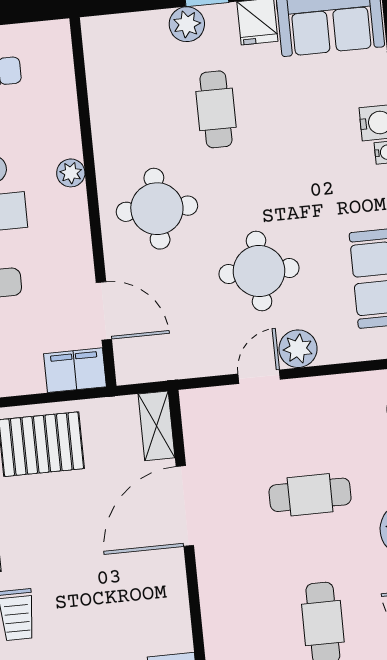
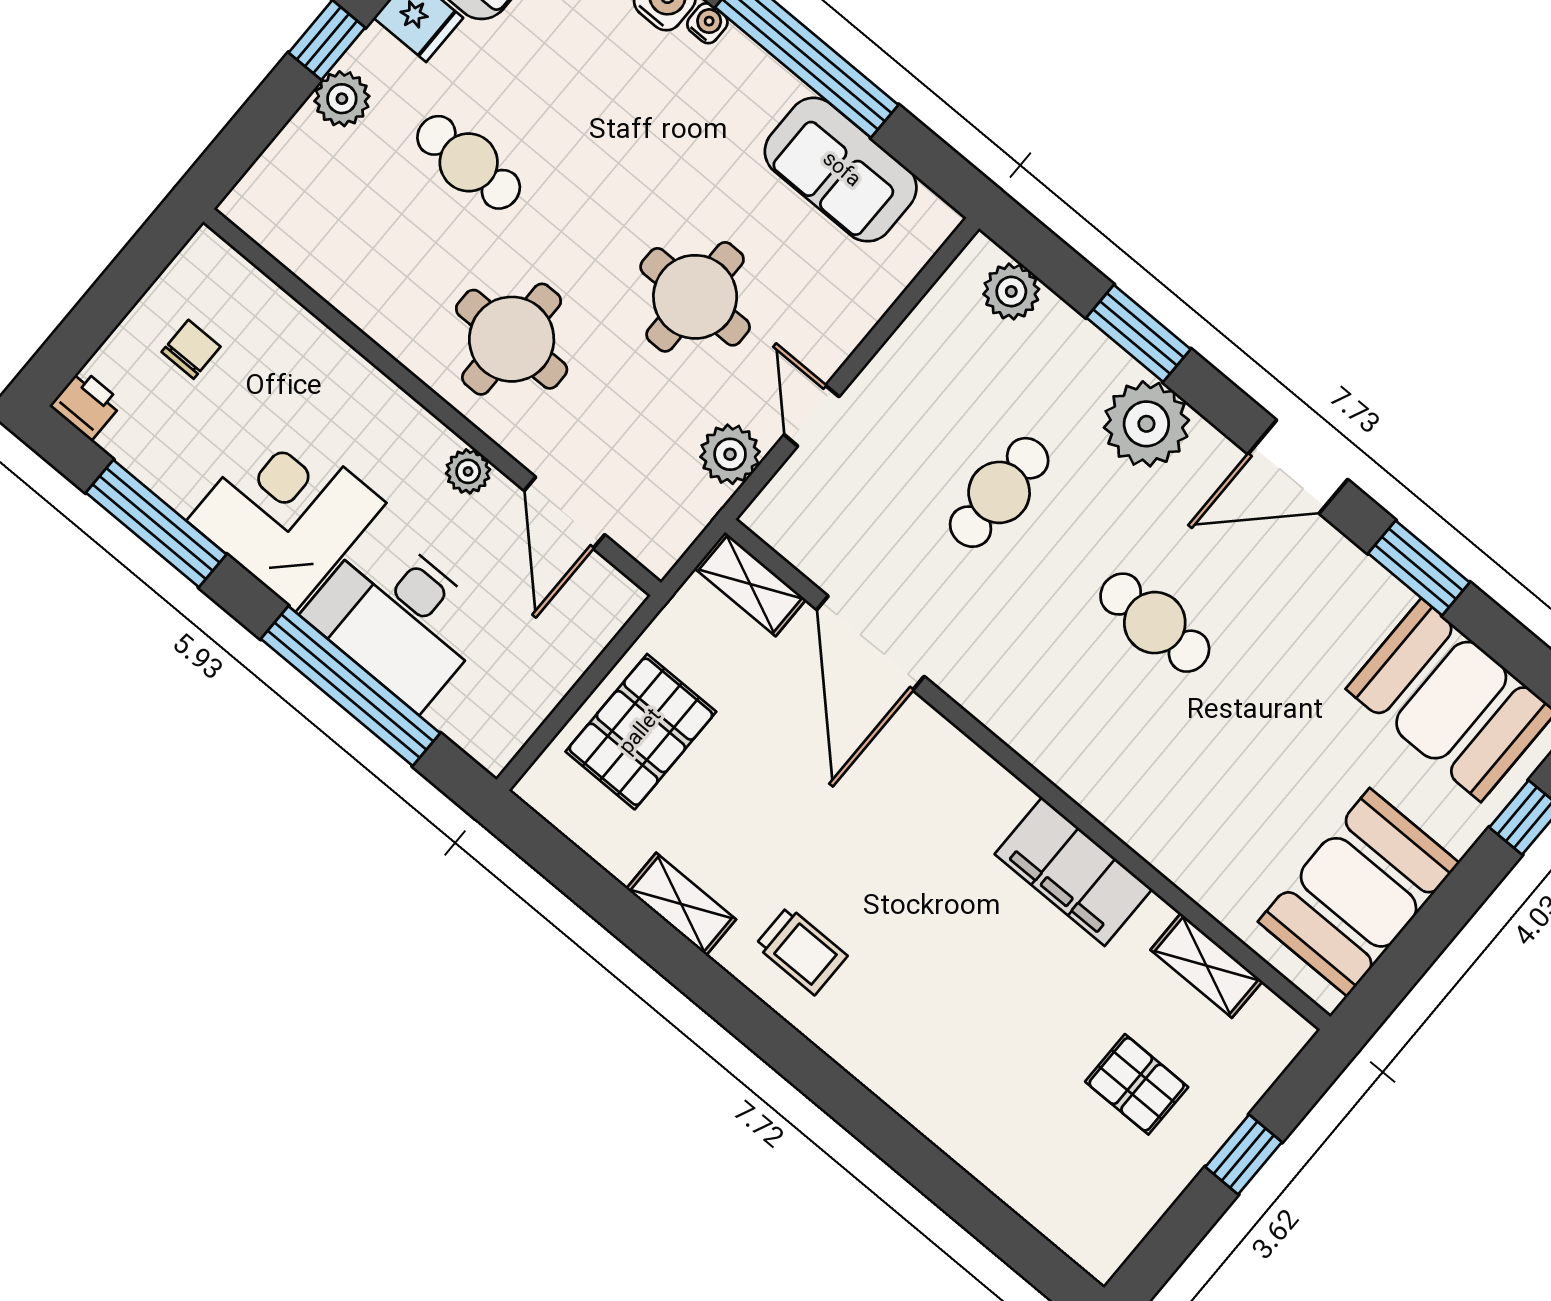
plant: (71, 173) -> (468, 471), moved
door: (104, 311) -> (564, 513), swing flipped
plant: (298, 349) -> (730, 454), moved
filing cabinet: (75, 370) -> (597, 611), removed

